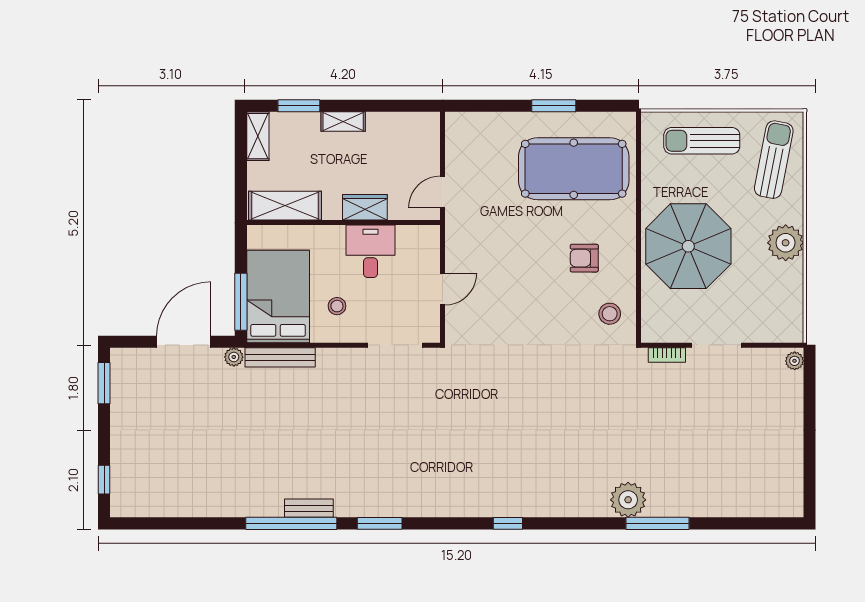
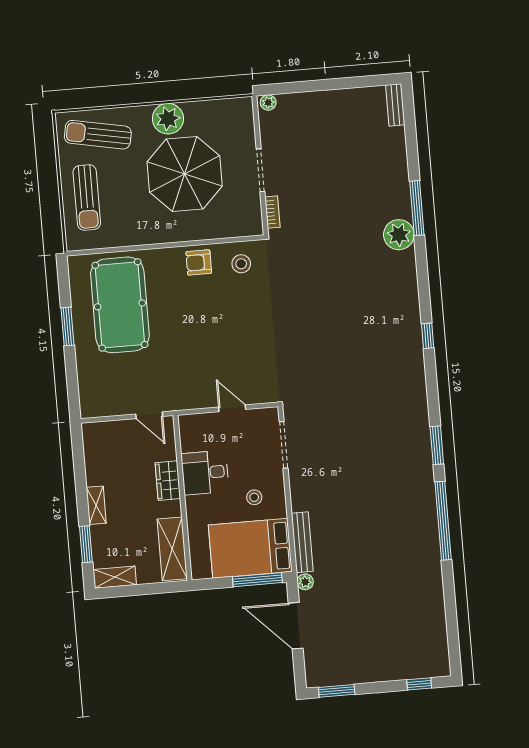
parasol: (688, 246) -> (185, 174), moved
armchair: (584, 258) -> (199, 262), moved, turned 90
bench: (309, 508) -> (395, 105), moved

